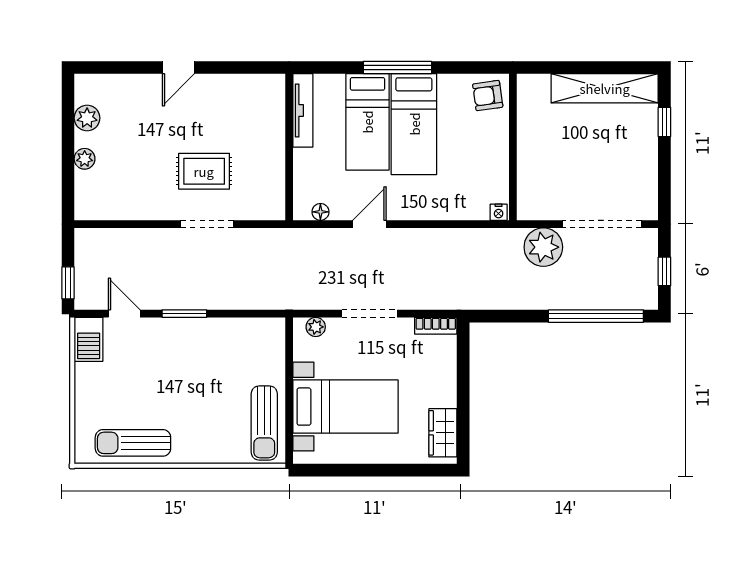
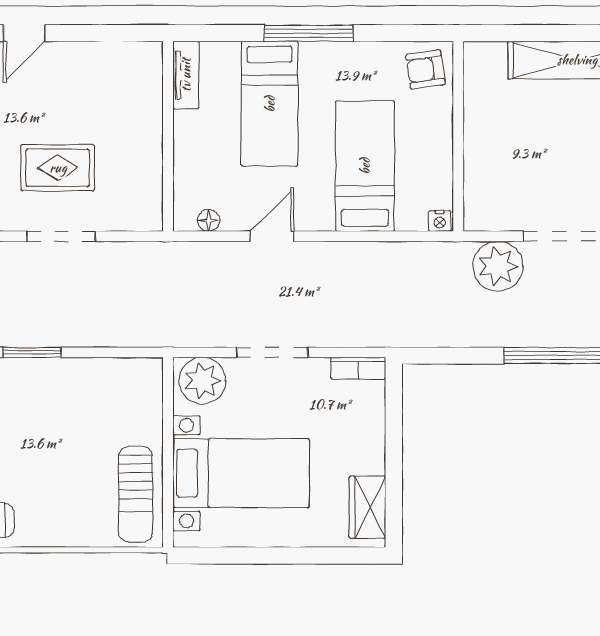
tv unit: (303, 110) -> (186, 75), width x0.71
bed: (414, 124) -> (365, 166), moved, turned 180
plant: (316, 327) -> (202, 381), width x1.88, depth x1.88

